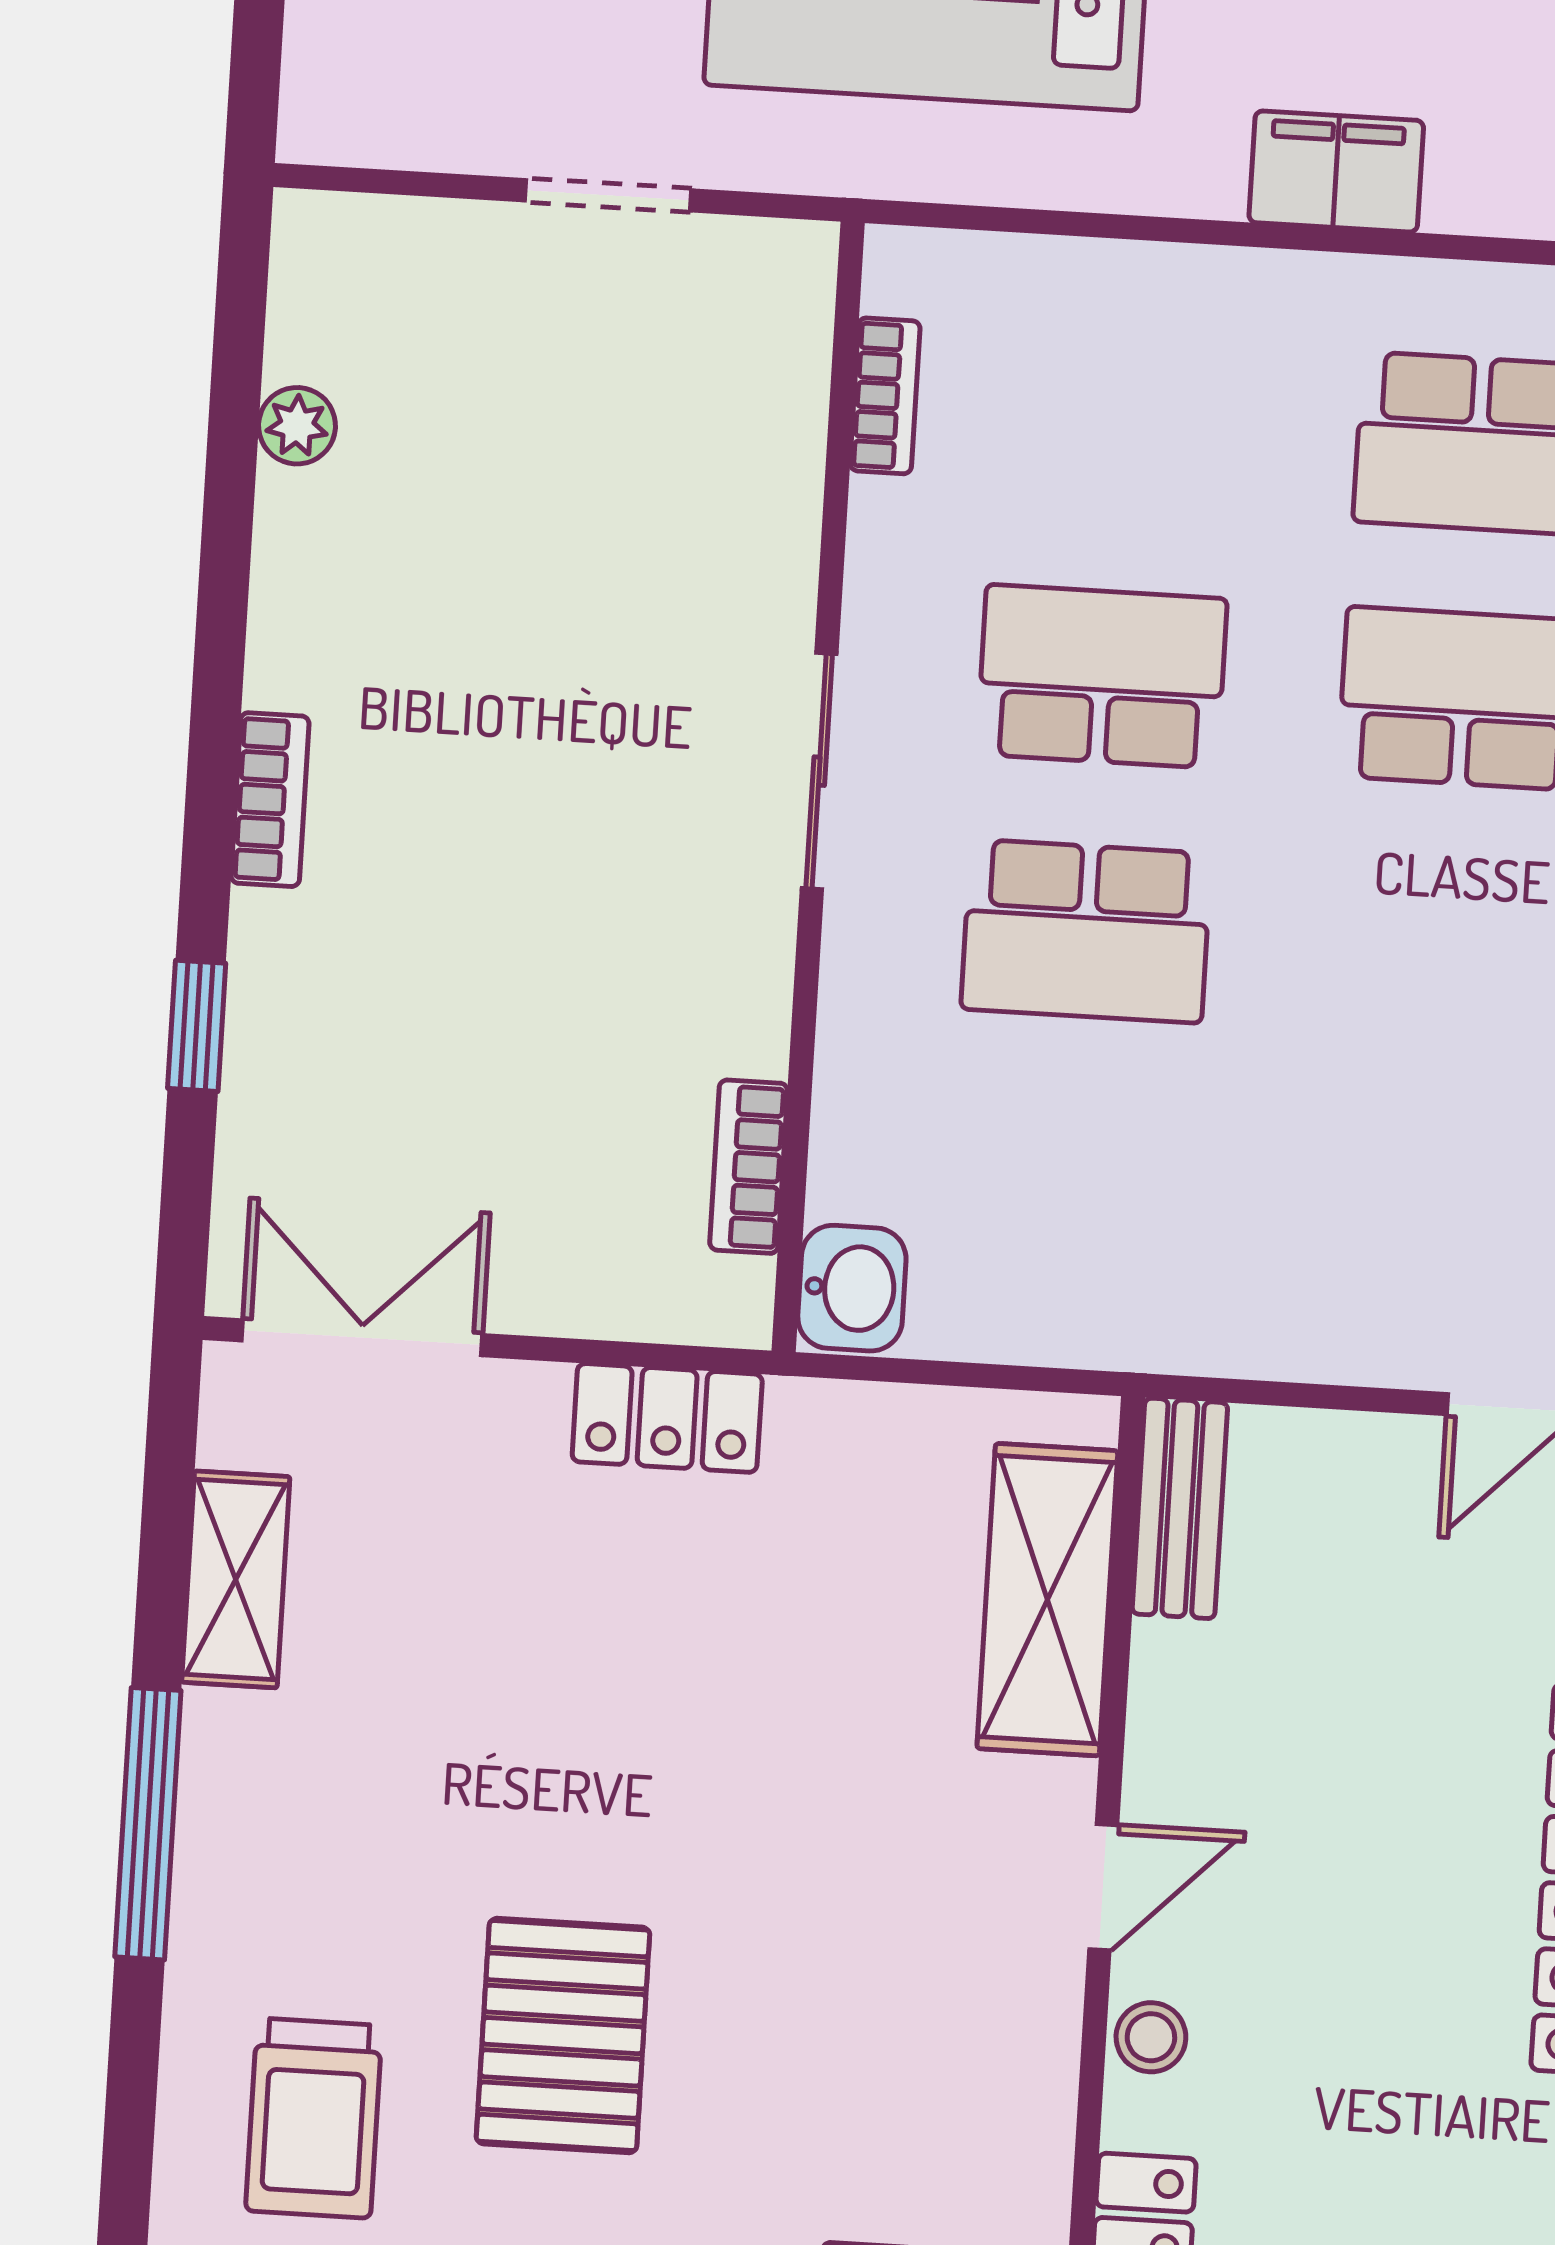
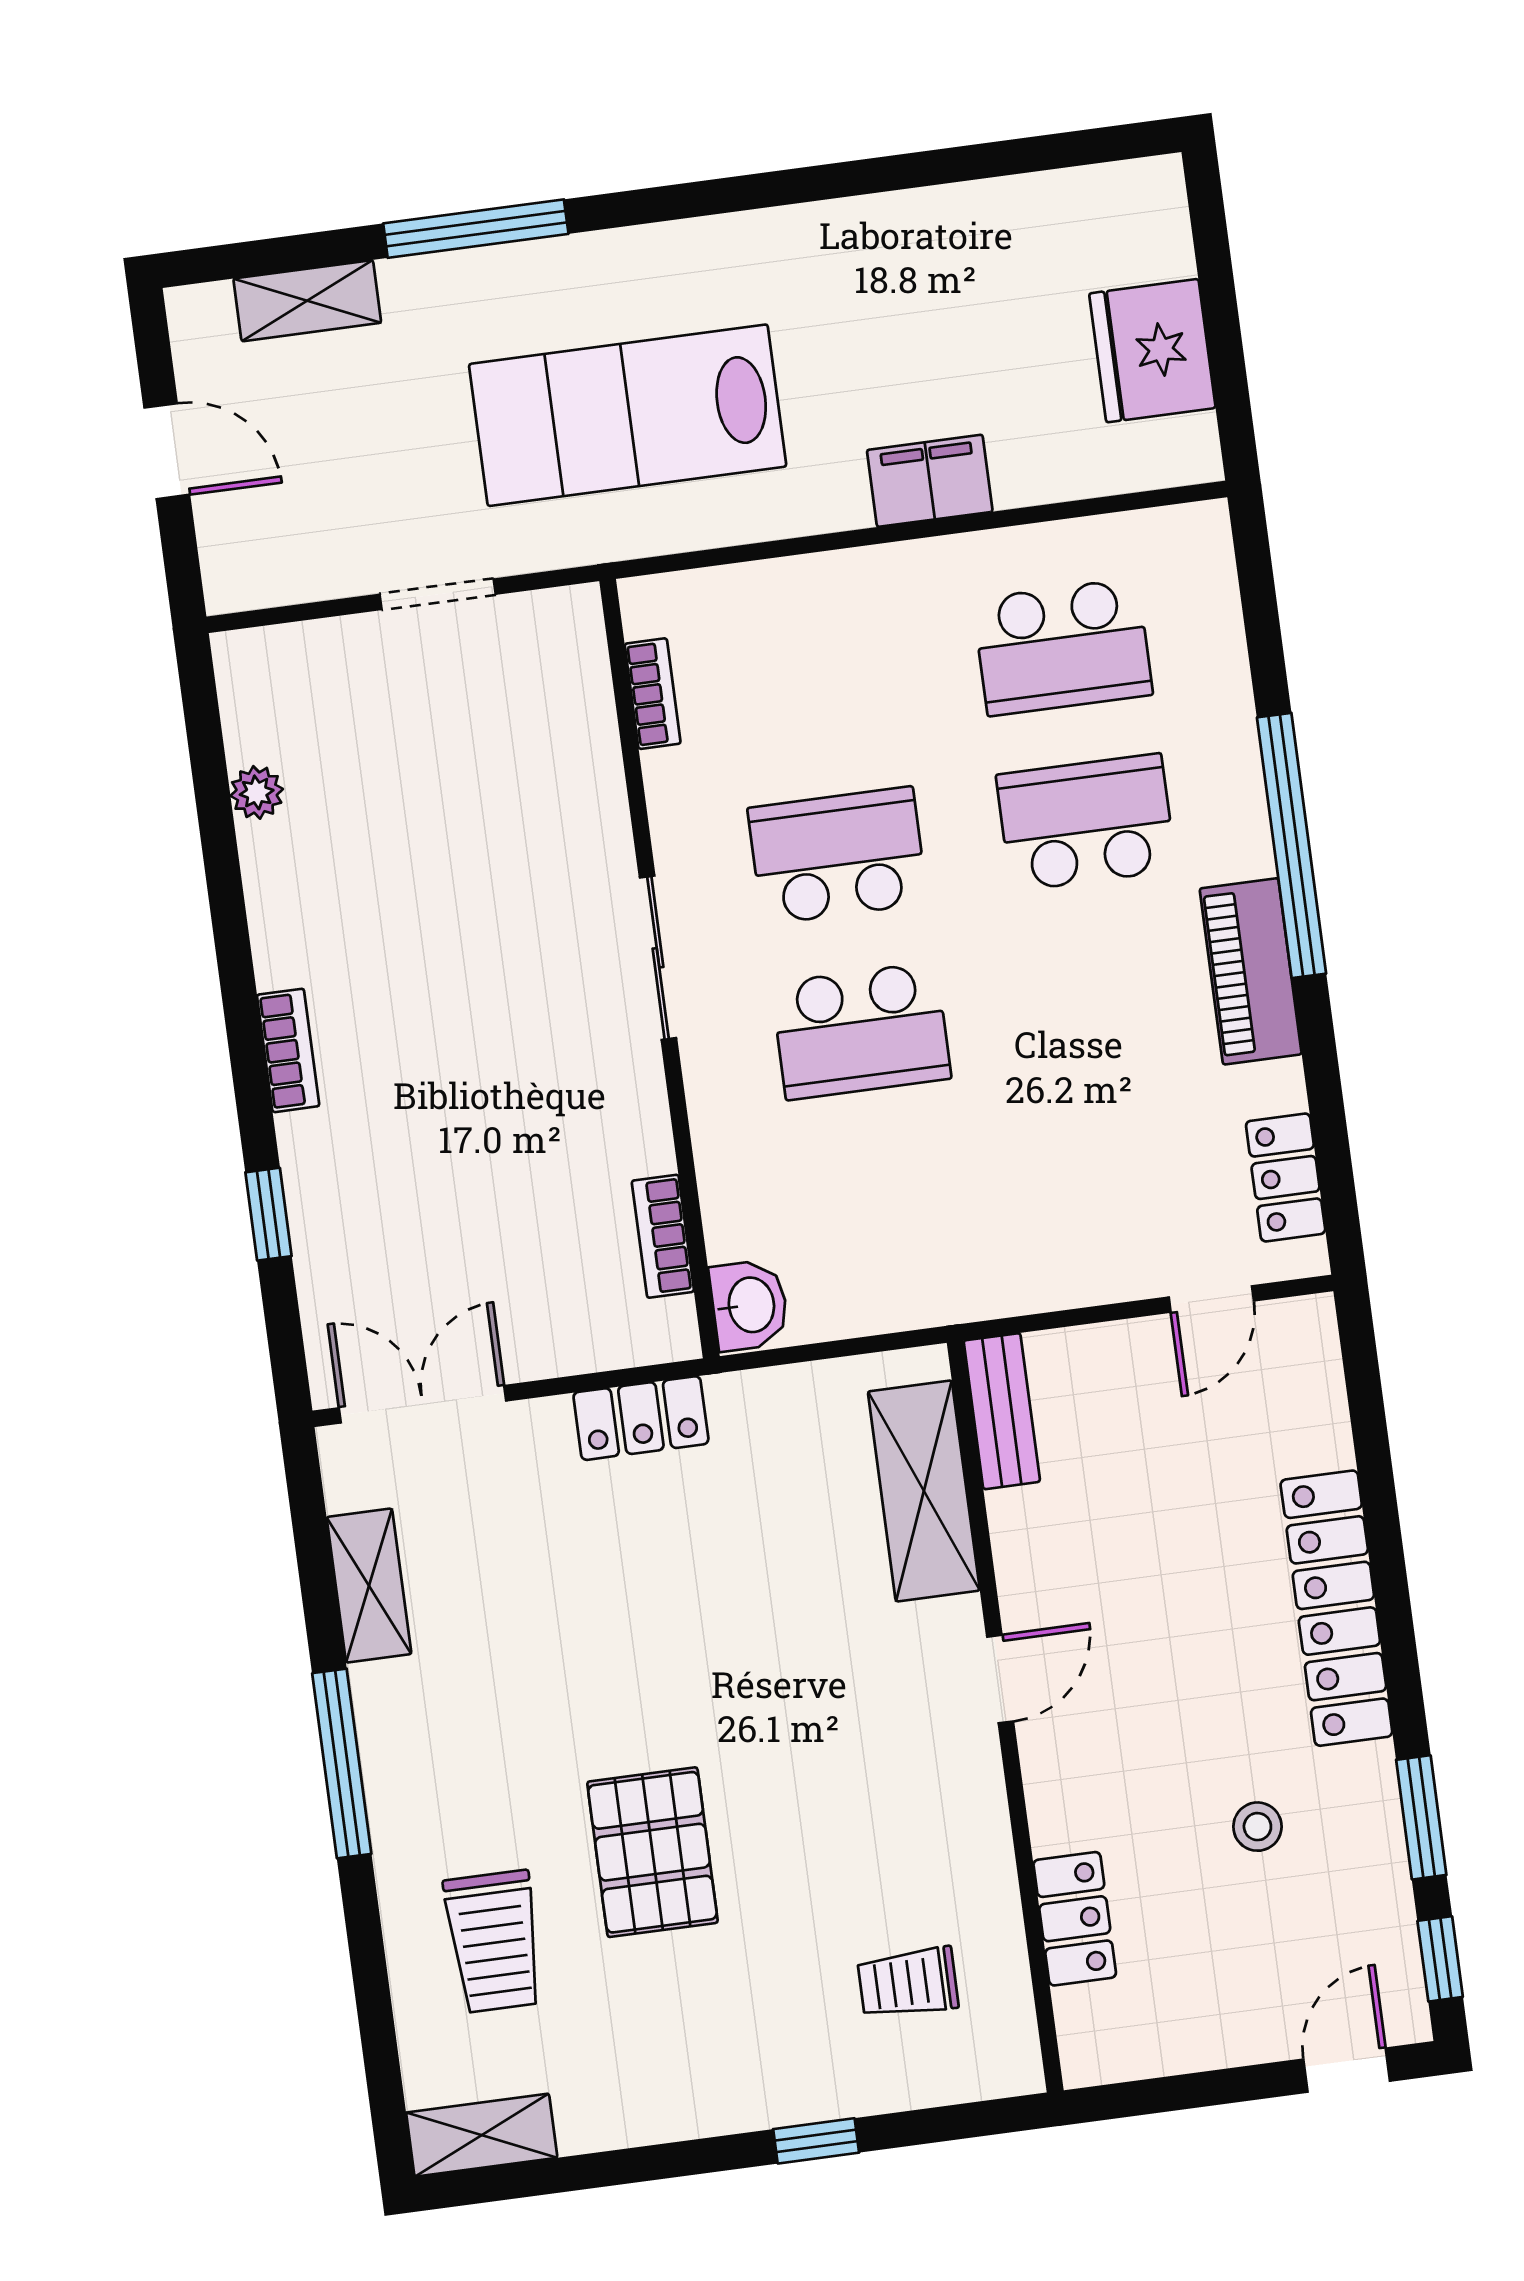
stool: (1151, 2037) -> (1257, 1827), moved

